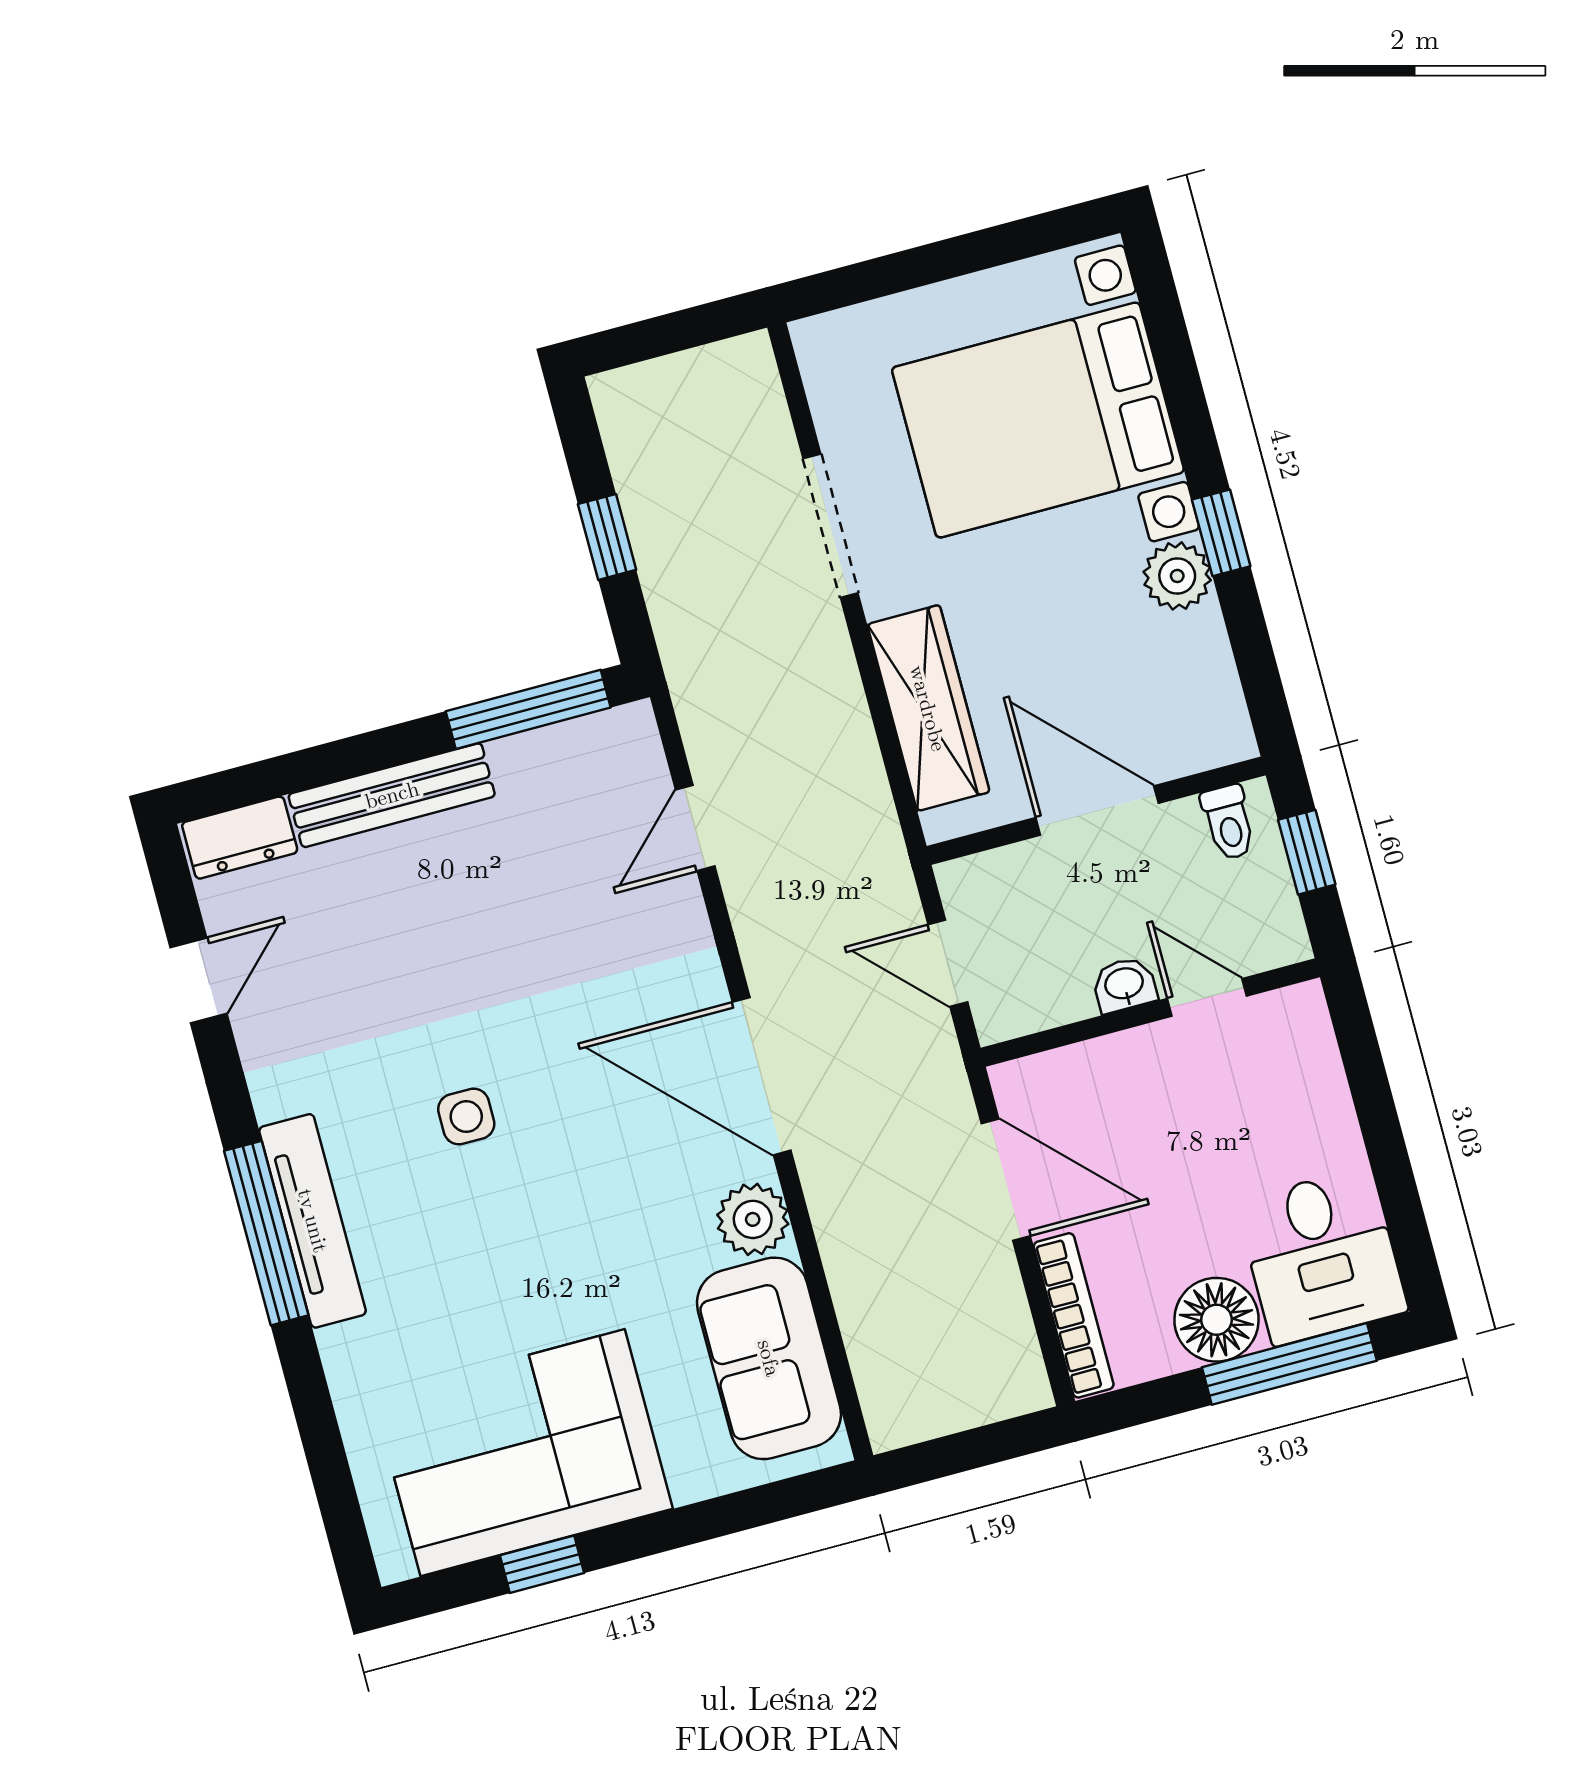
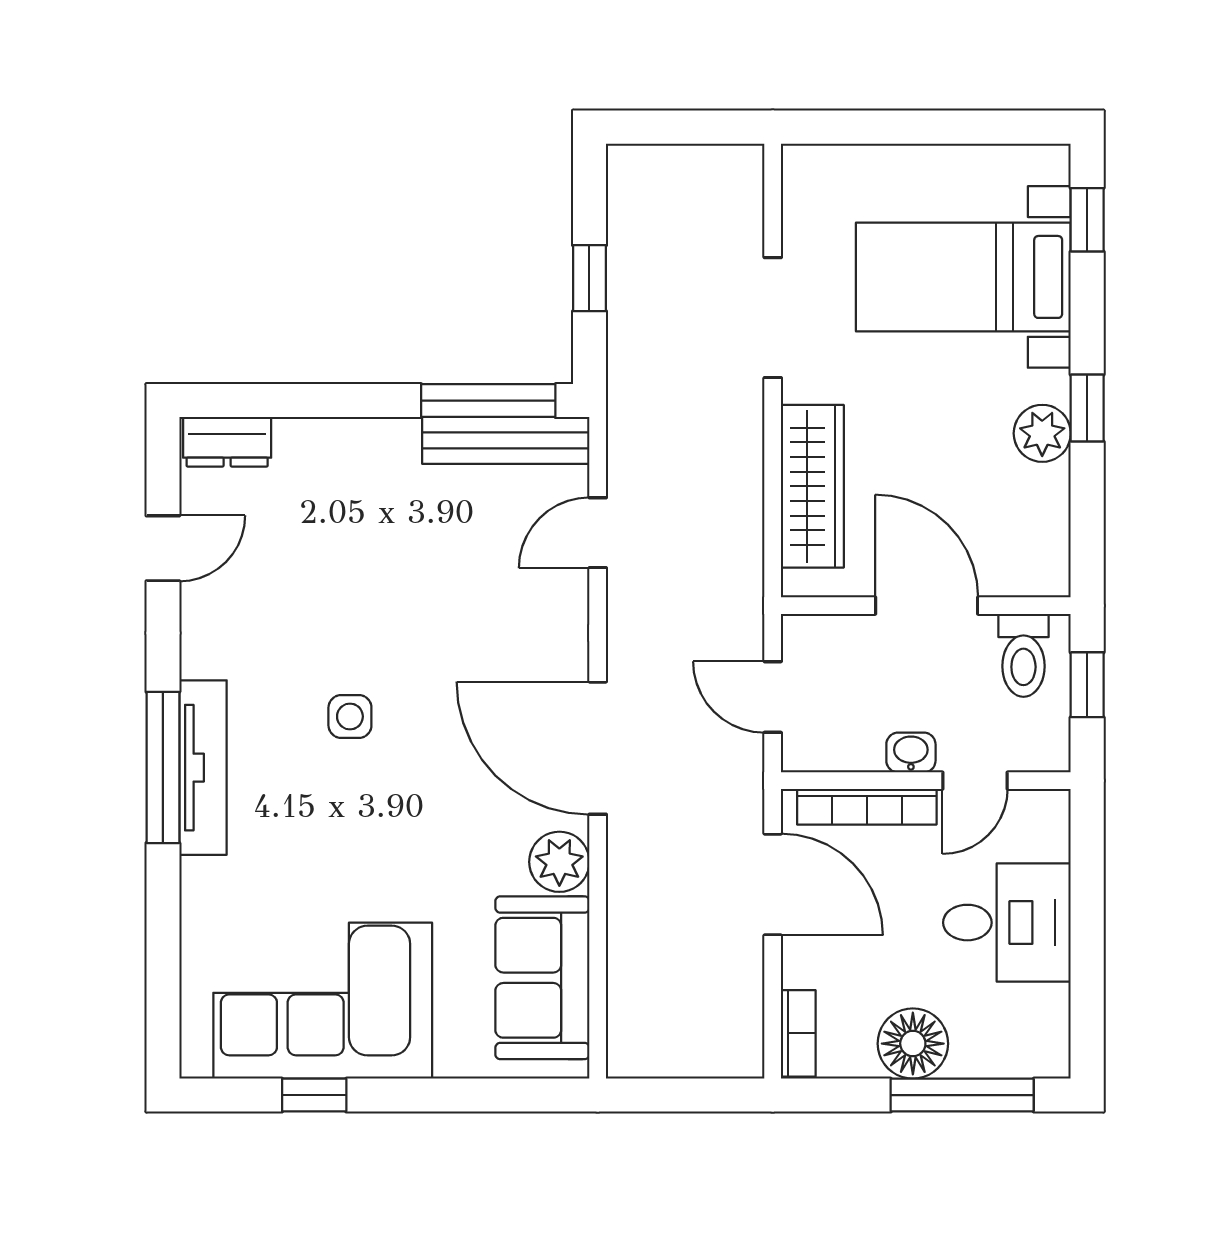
window: (1163, 316) -> (1087, 220), added
bed with nightstands: (1038, 420) -> (963, 277), width x0.73
bench: (392, 795) -> (506, 440), moved
toilet: (1228, 822) -> (1023, 655), width x1.37, depth x1.39
door: (1207, 997) -> (975, 781), swing flipped
bookcase: (1090, 1061) -> (867, 807), added
desk: (1322, 1256) -> (1007, 923), moved, turned -90
bookcase: (1074, 1315) -> (798, 1033), width x0.64

